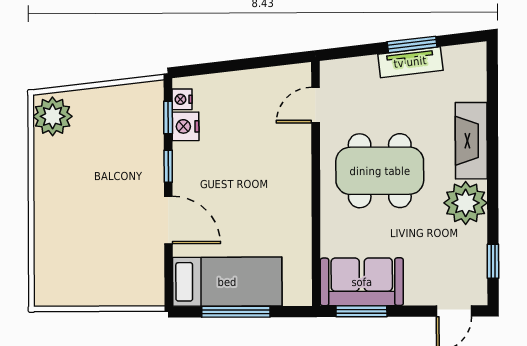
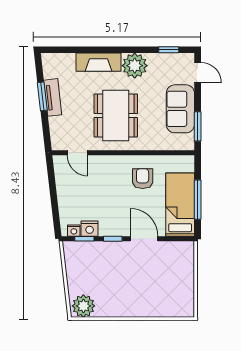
armchair: (271, 217) -> (143, 179), added
door: (168, 220) -> (144, 239), hinge flipped
sofa: (362, 282) -> (180, 109), moved

